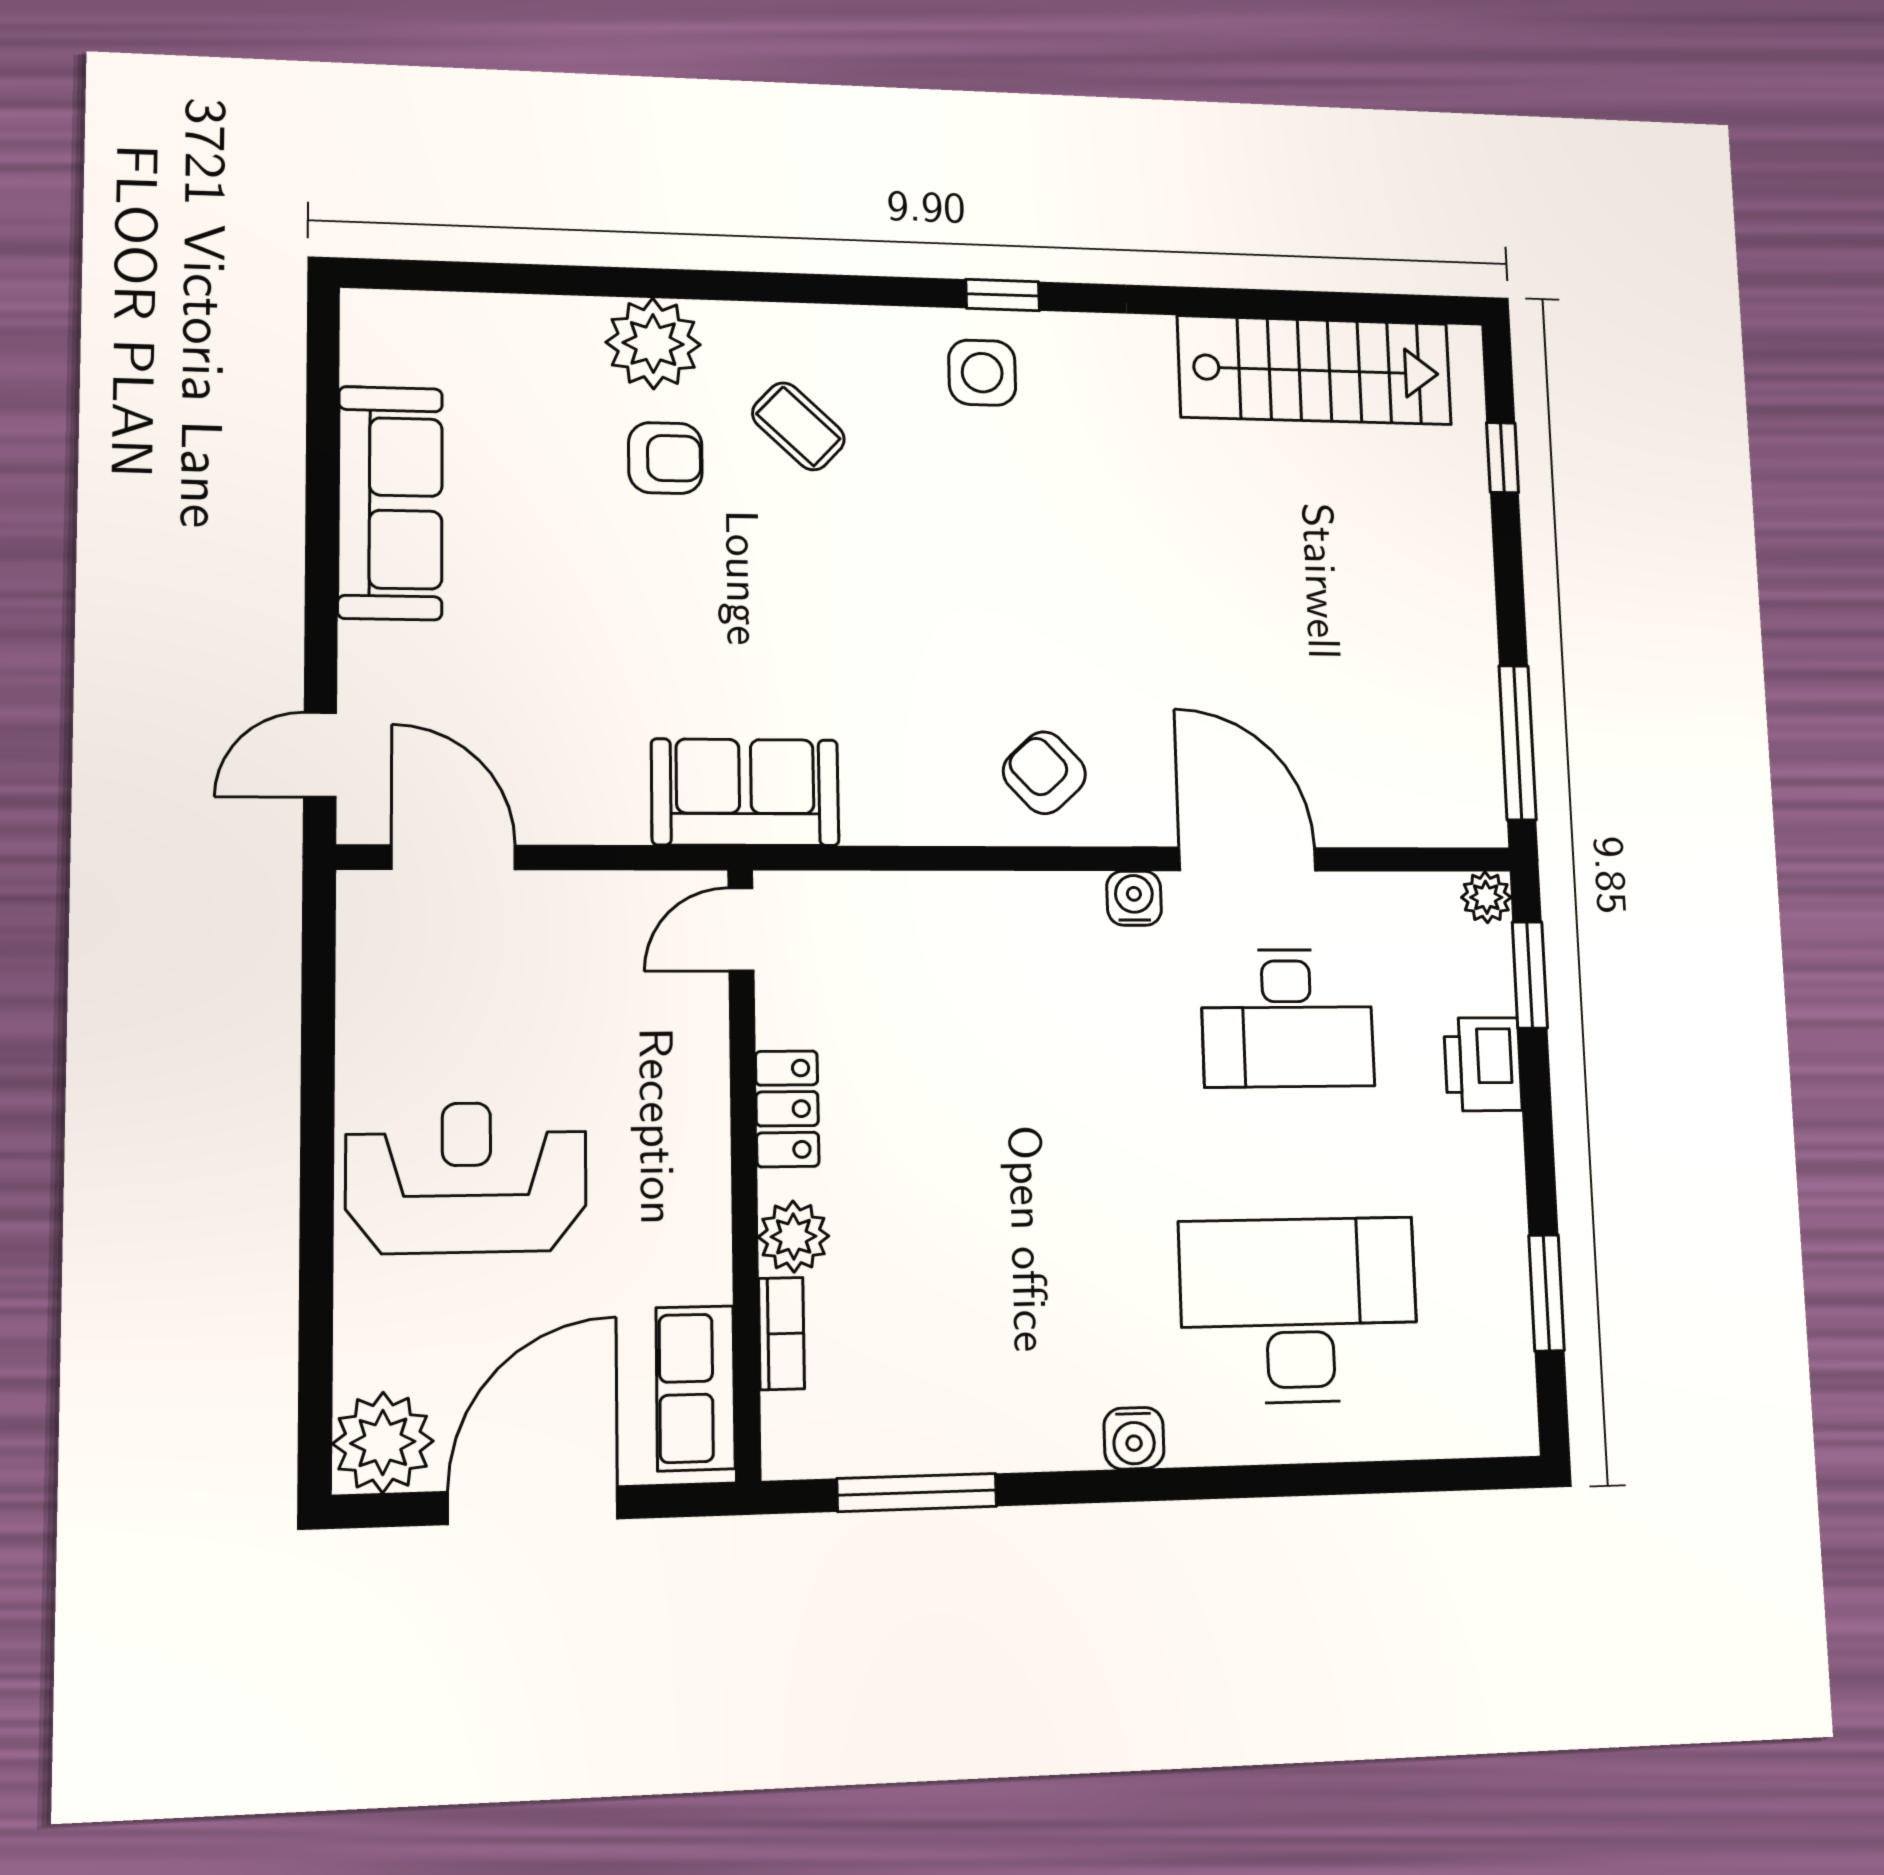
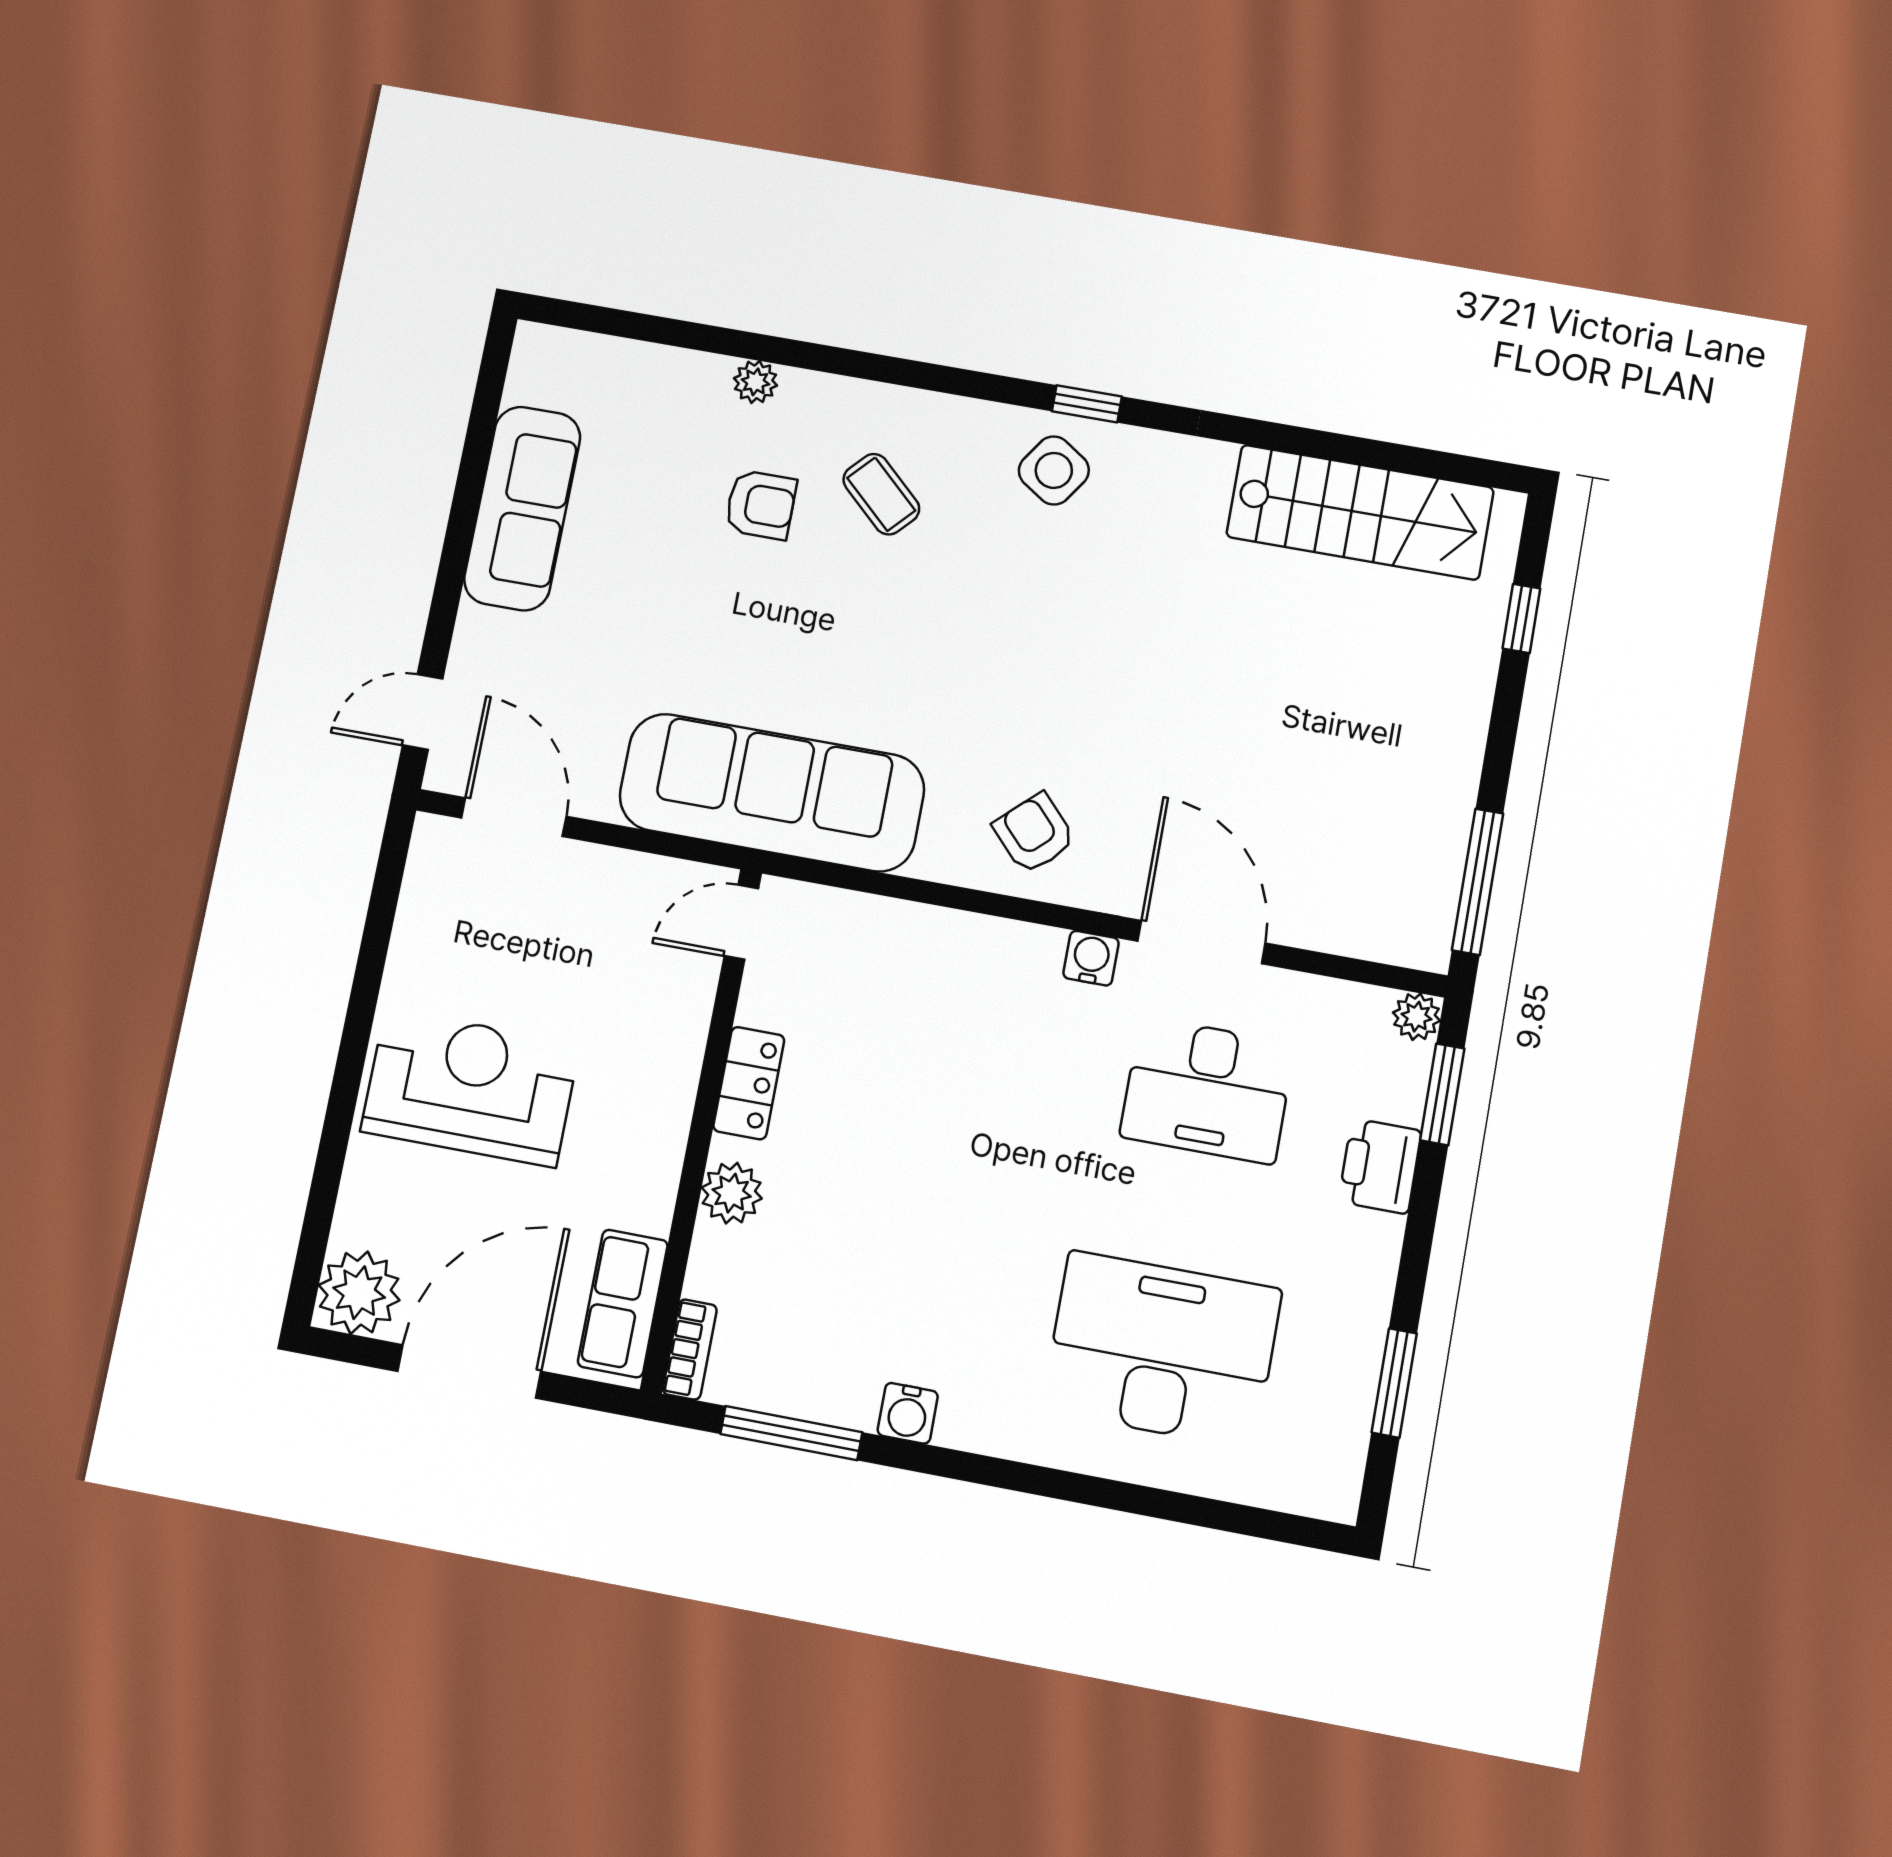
plant: (653, 344) -> (755, 382), width x0.53, depth x0.53
side table: (982, 373) -> (1054, 470), turned 34
sofa: (745, 792) -> (772, 793), width x1.85, depth x1.27
bookcase: (781, 1334) -> (690, 1350), moved
water cooler: (1134, 1438) -> (908, 1413), moved

